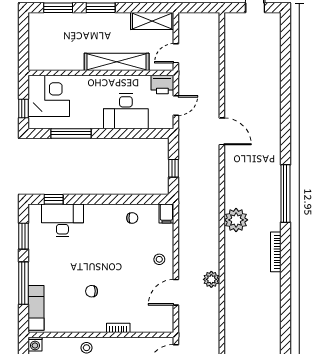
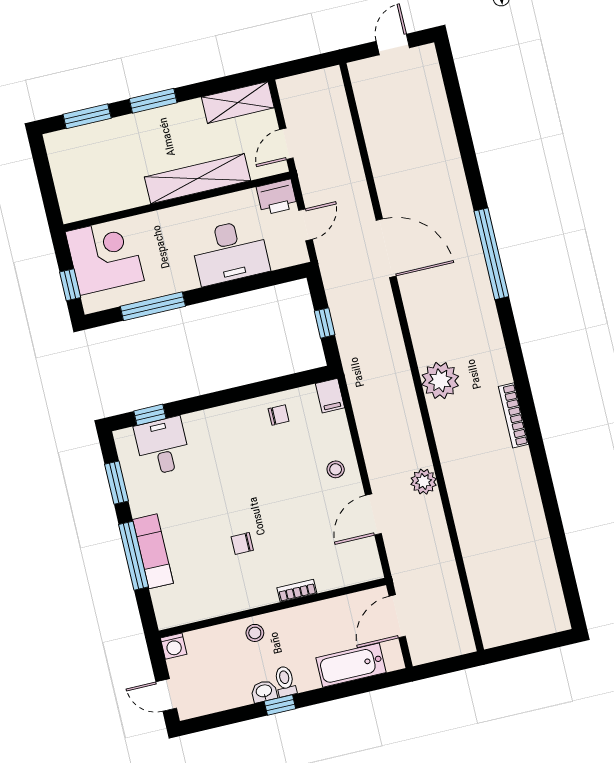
door: (222, 131) -> (386, 248), width x1.36
window: (285, 194) -> (491, 254), moved
desk: (62, 220) -> (162, 446), width x0.73
exam couch: (36, 308) -> (153, 551), moved

